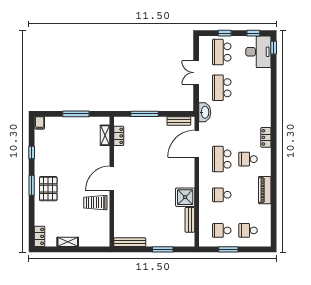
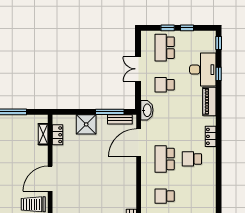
window: (253, 33) -> (187, 28), moved
desk: (258, 52) -> (203, 70), moved
window: (274, 77) -> (219, 74), added
school desk: (222, 88) -> (165, 85), width x0.54
window: (145, 114) -> (110, 112), moved
piano: (265, 190) -> (209, 101), moved
shower: (185, 197) -> (86, 124), moved

